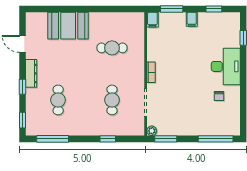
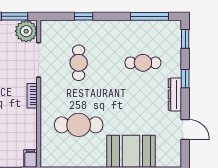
cafe table: (112, 48) -> (79, 125), width x1.37, depth x1.35
cafe table: (58, 100) -> (143, 63), turned 90
plant: (152, 131) -> (26, 31), width x1.87, depth x1.87

